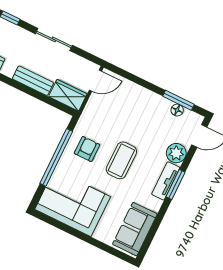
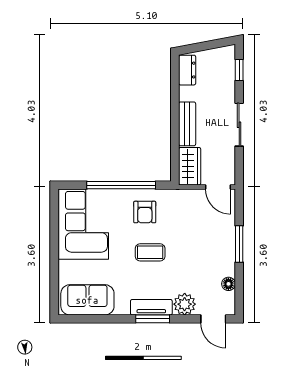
window: (178, 100) -> (239, 244), moved
armchair: (87, 149) -> (145, 212), turned 90
coffee table: (121, 160) -> (150, 252), width x0.73, depth x0.77

